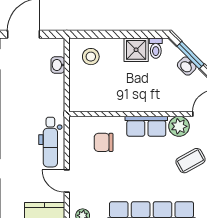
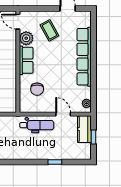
door: (67, 181) -> (63, 114), swing flipped

